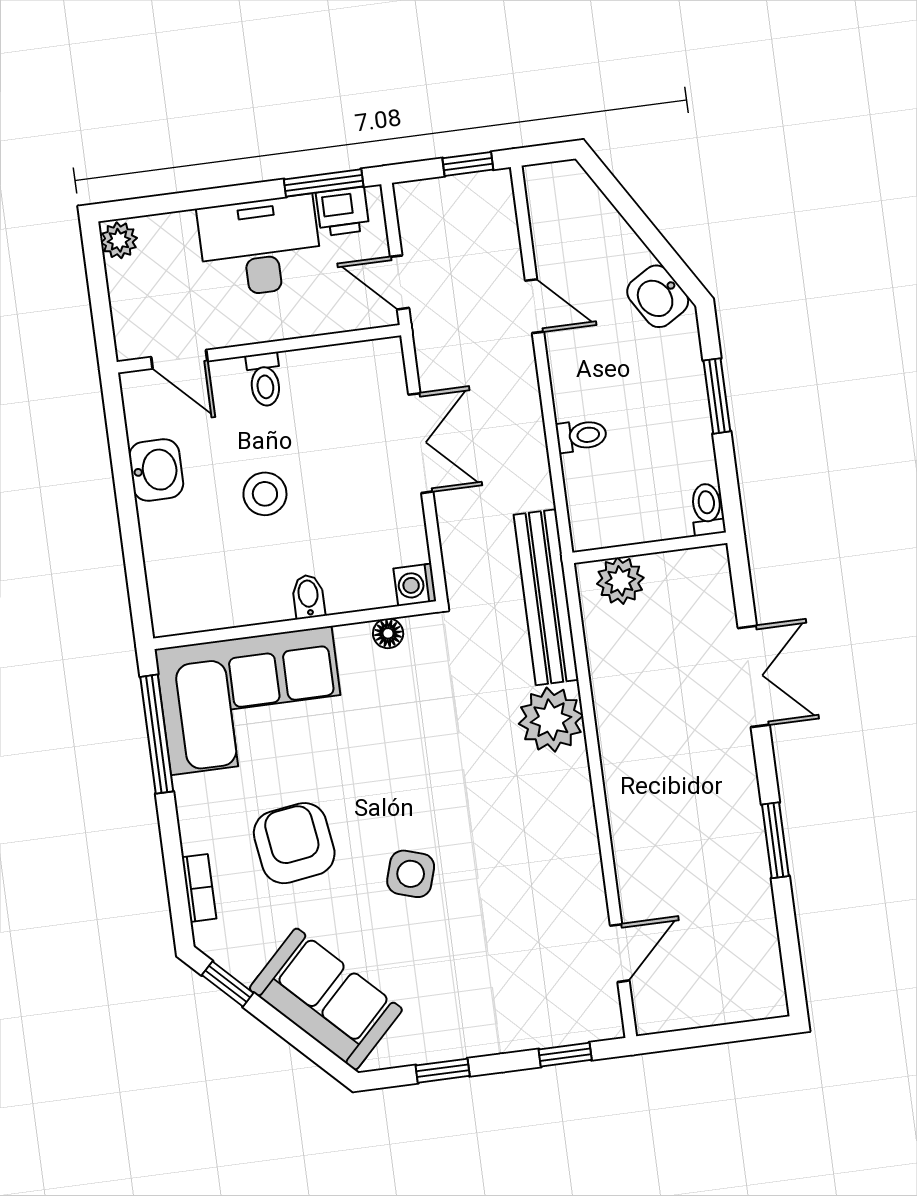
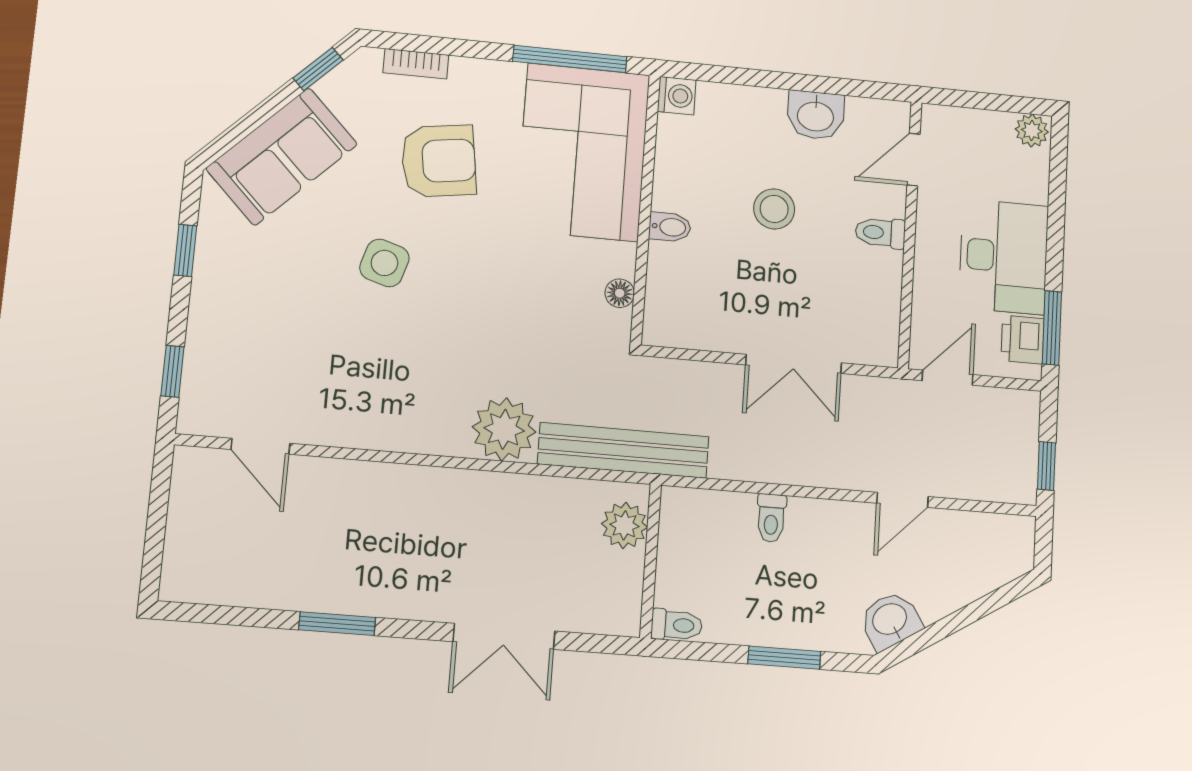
washing machine: (415, 585) -> (677, 96), moved, turned 90

